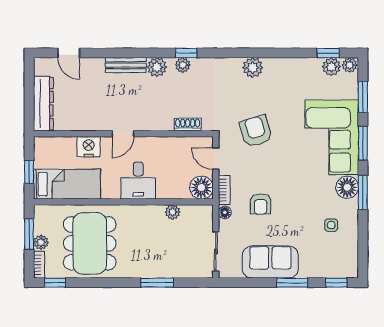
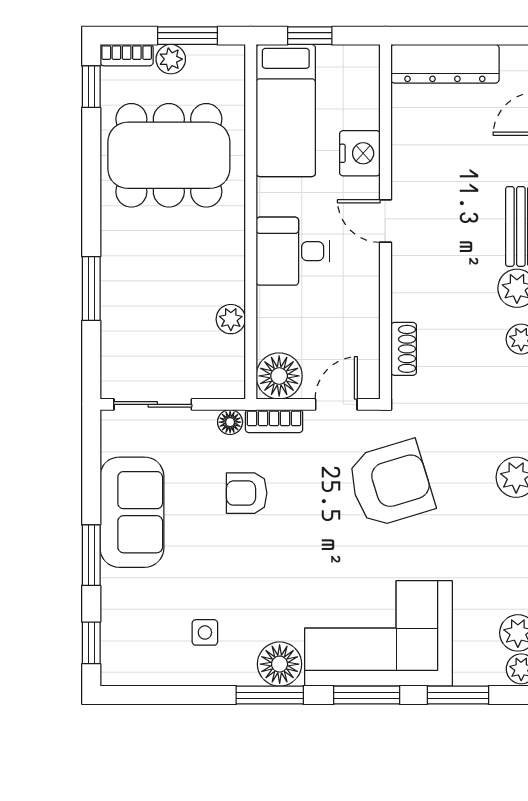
armchair: (256, 131) -> (390, 484), width x1.36, depth x1.36

